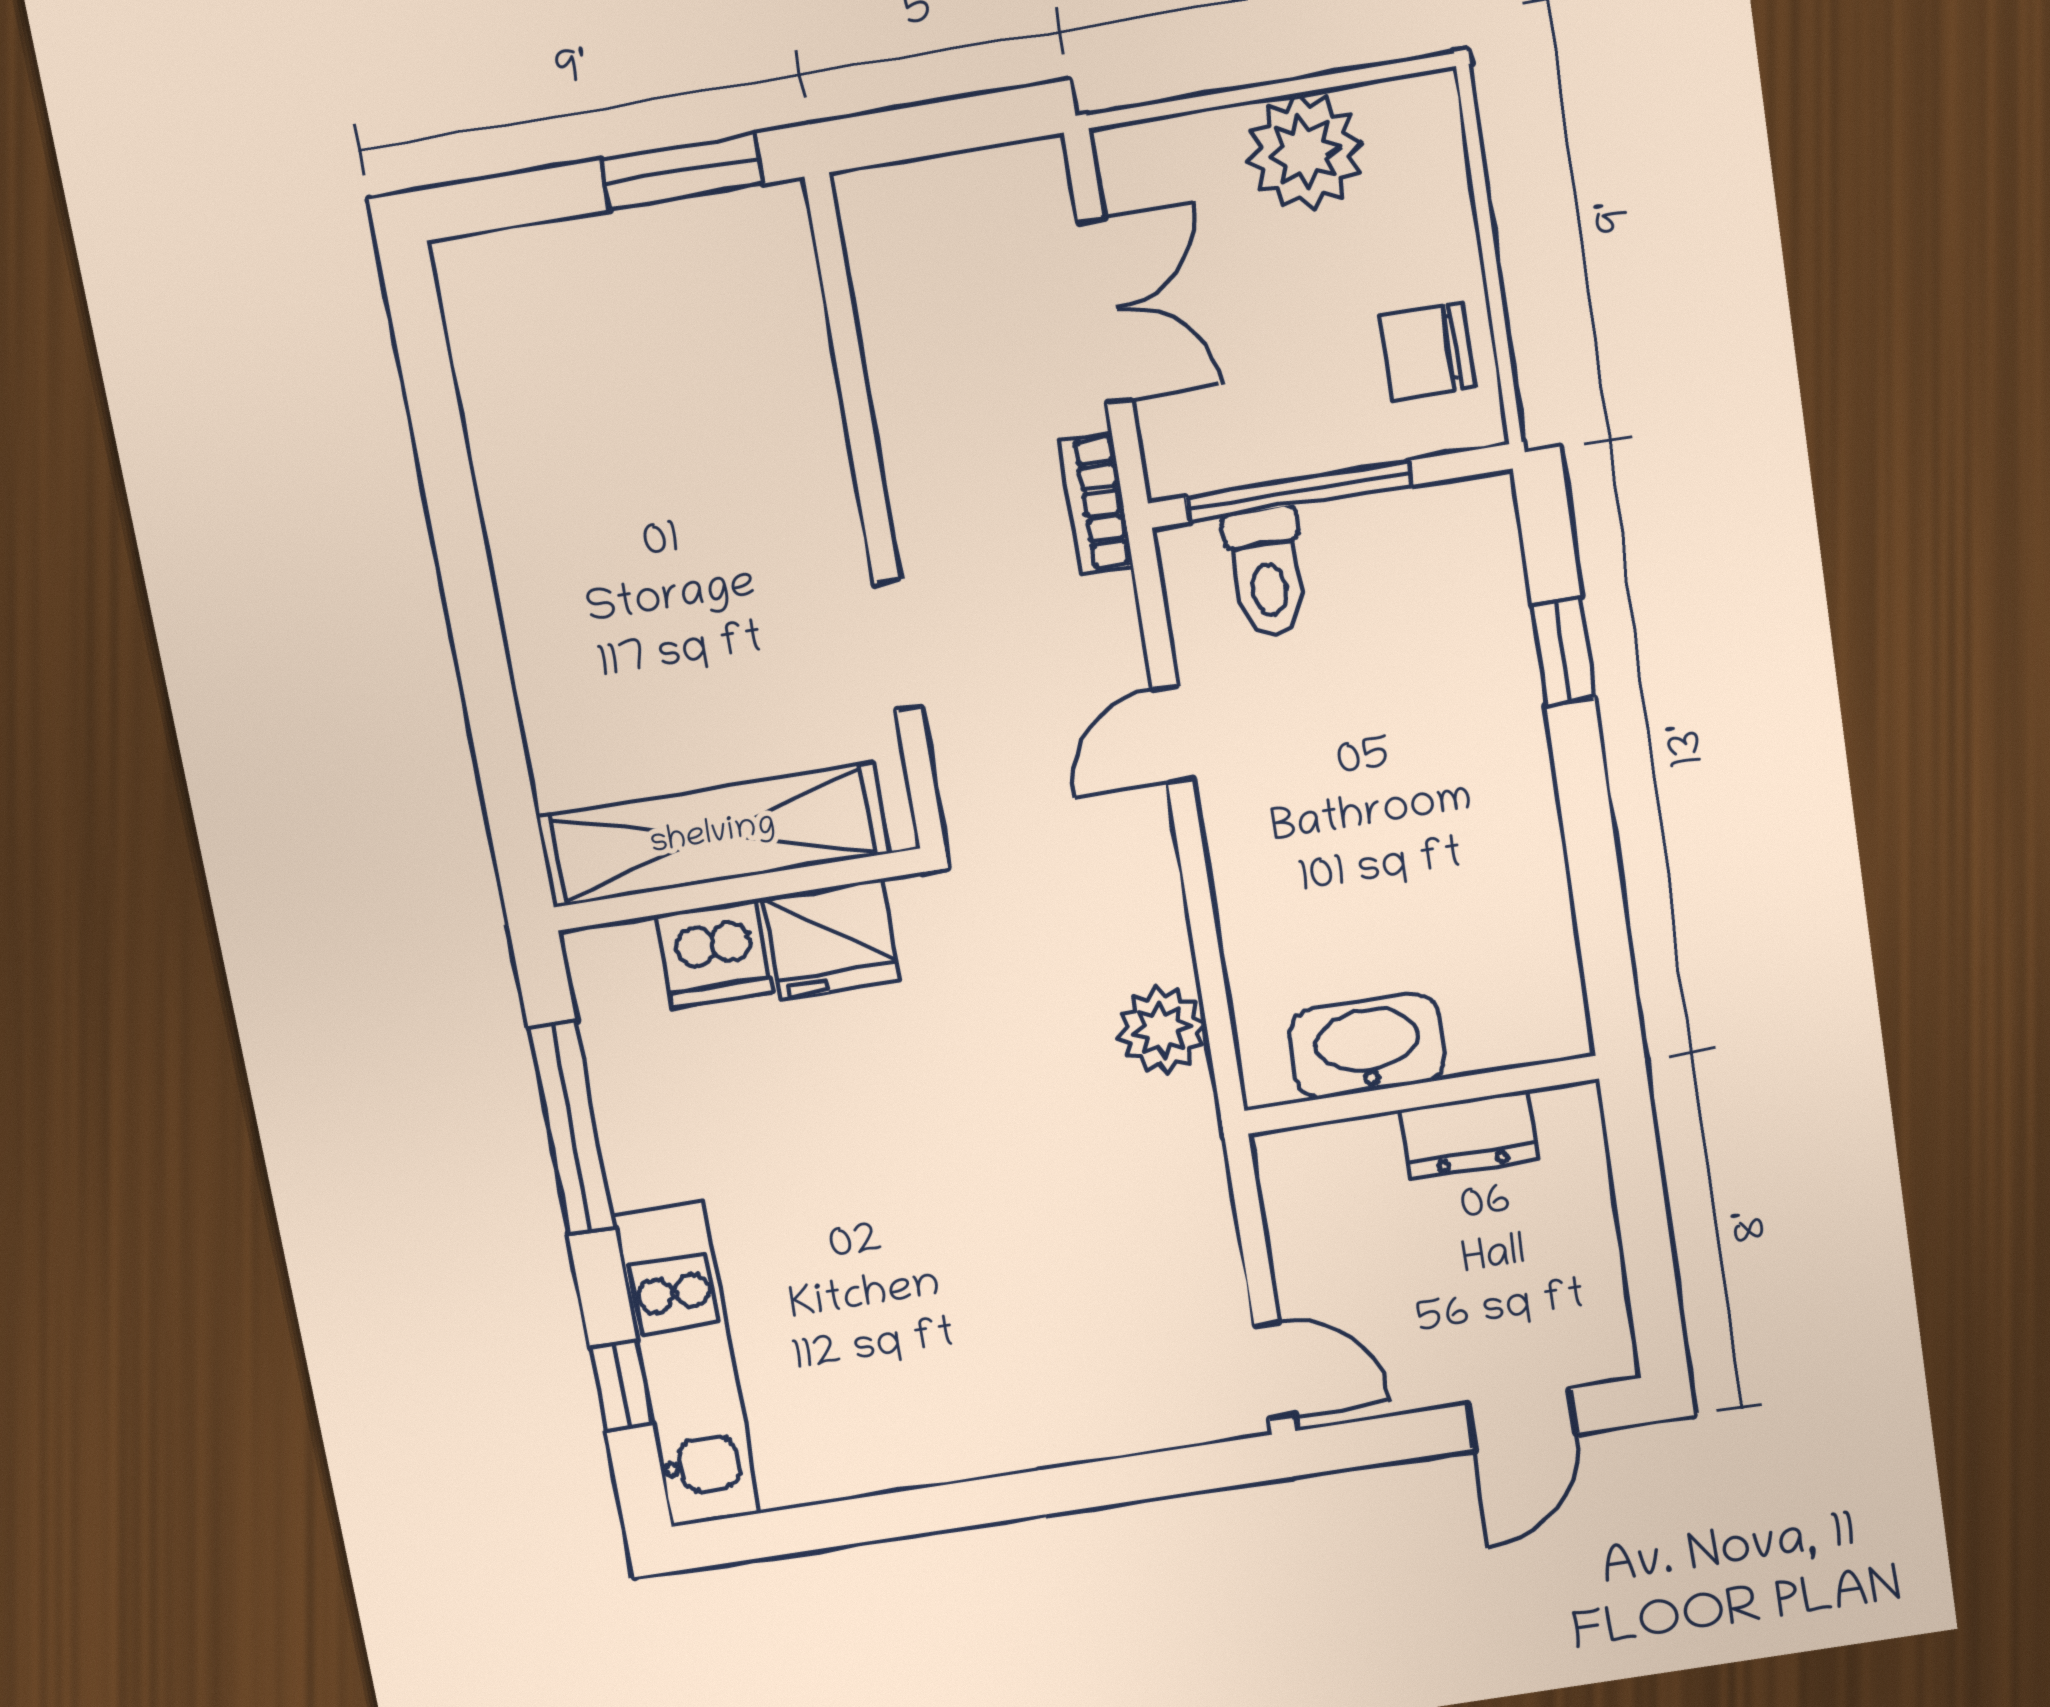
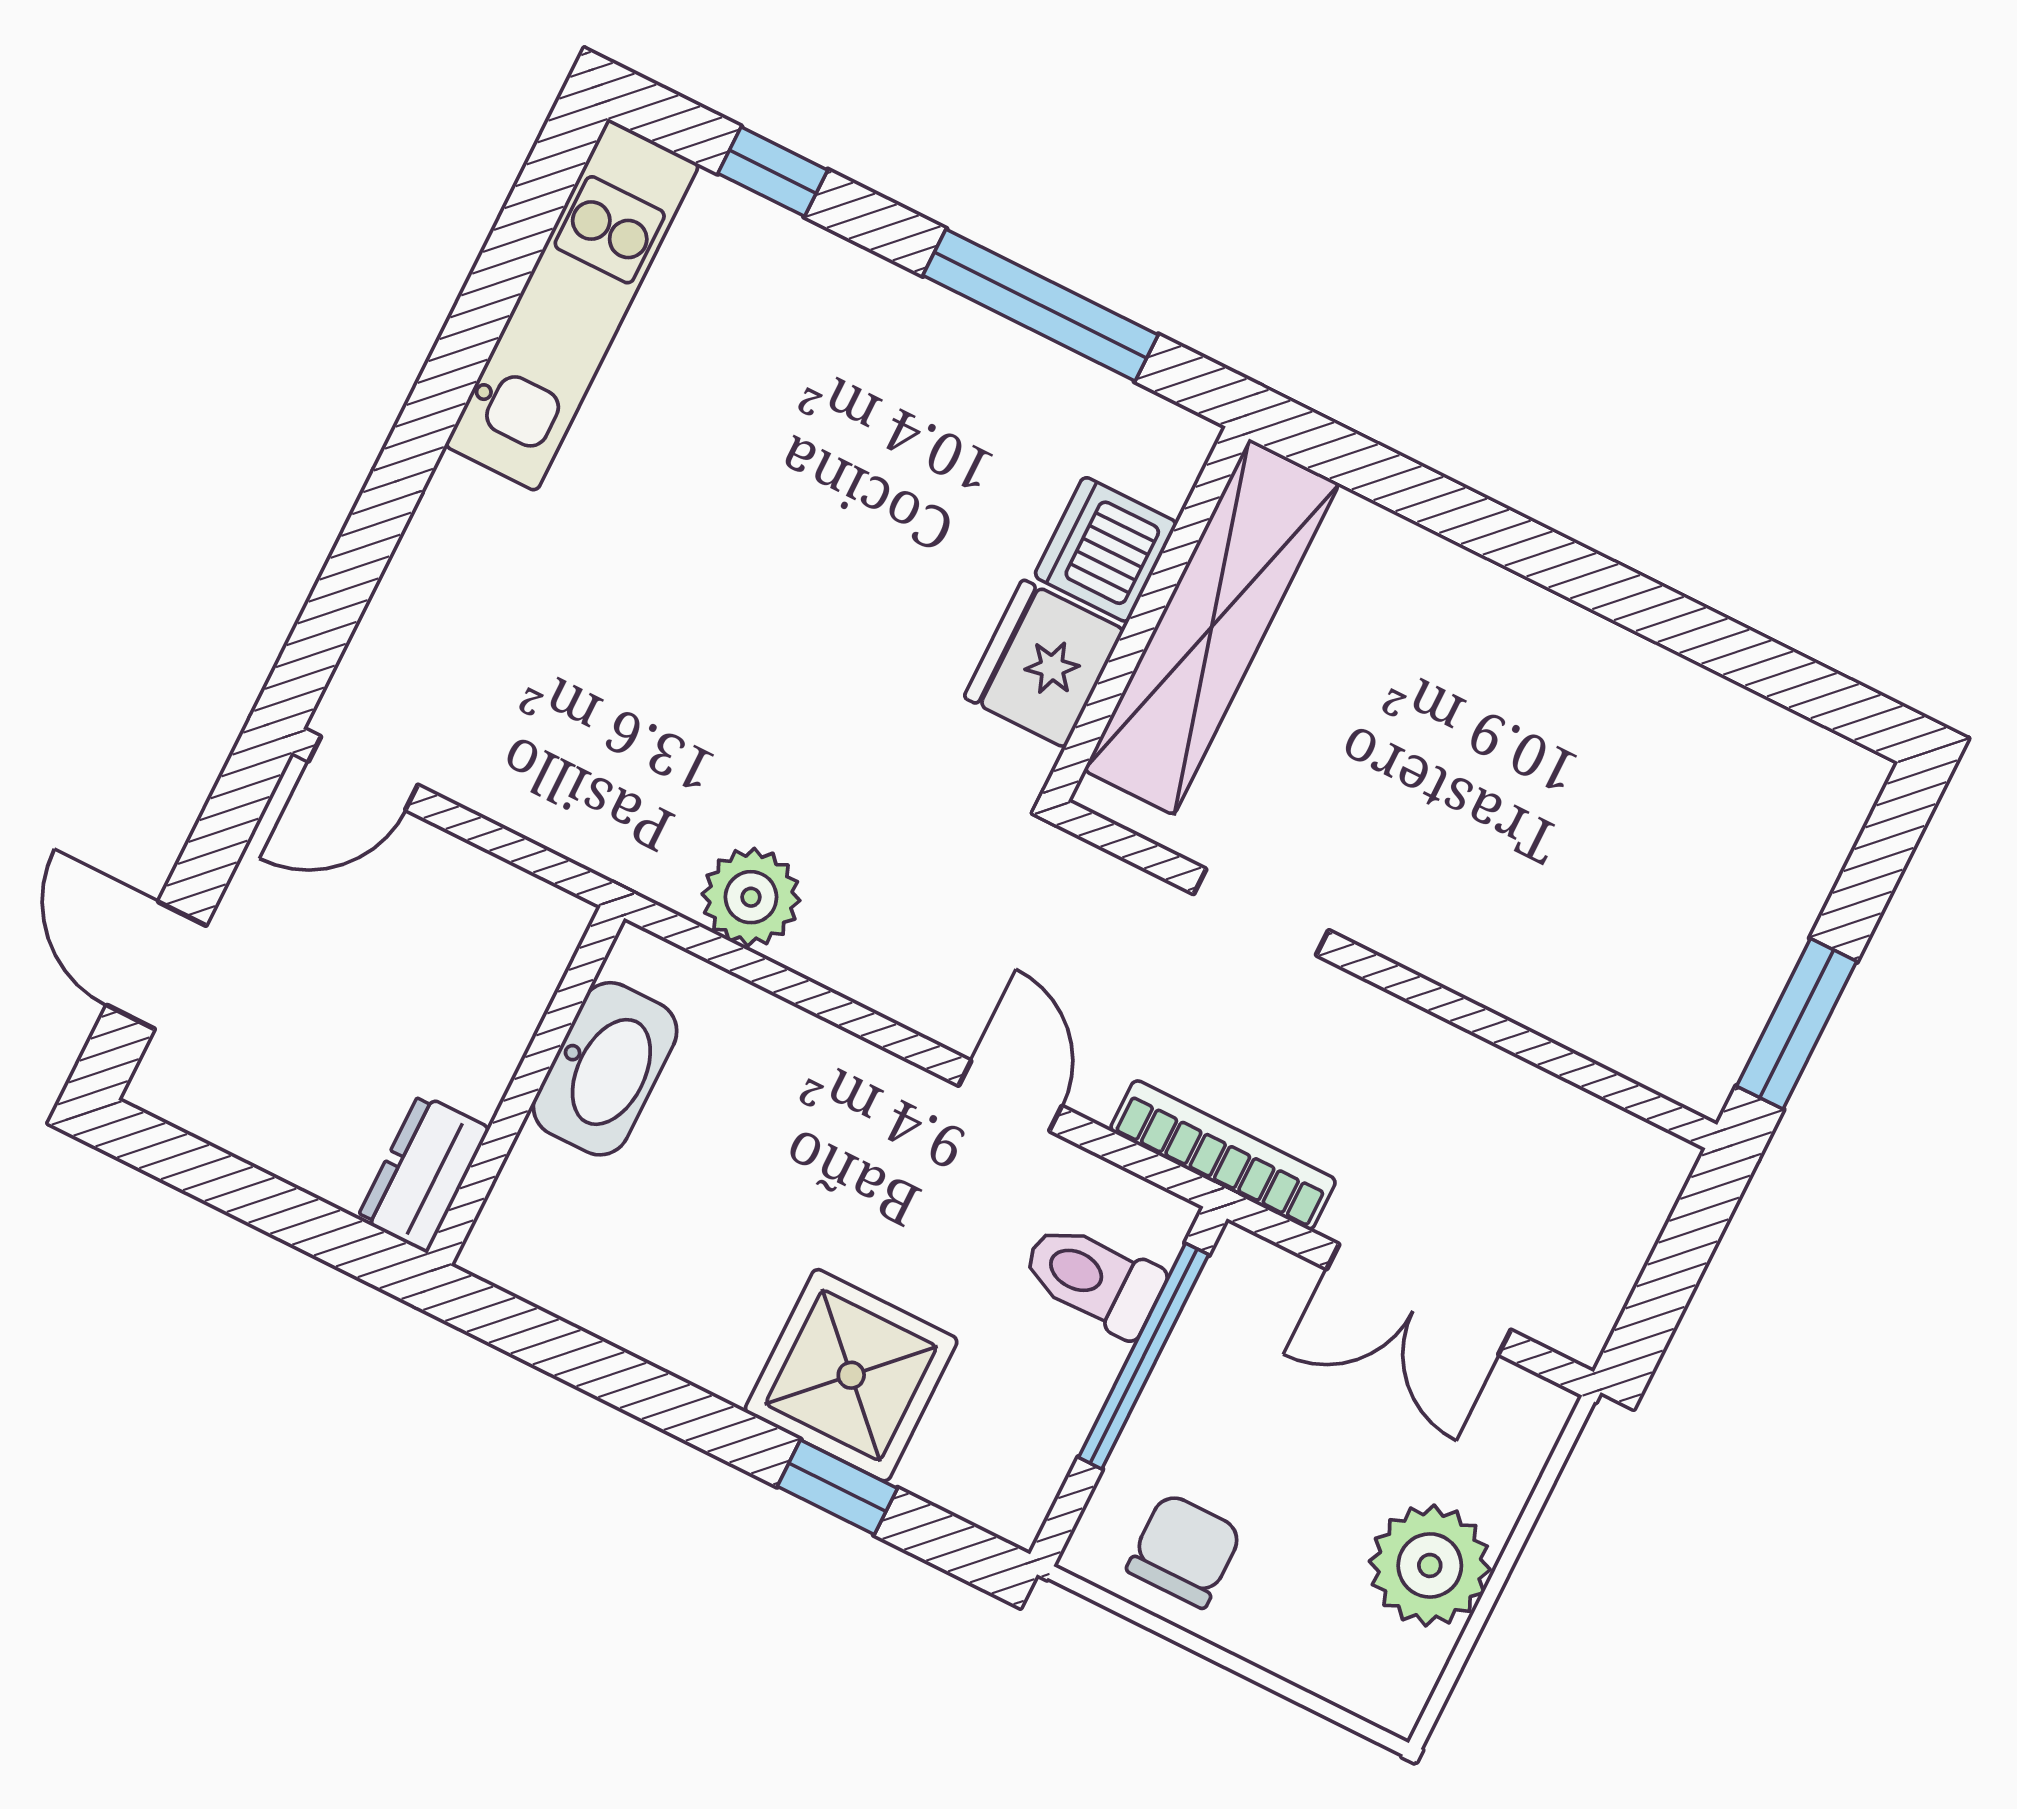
bookcase: (1096, 504) -> (1223, 1155), width x1.56
shower: (1470, 702) -> (851, 1375), added
dresser: (1469, 1134) -> (423, 1173), moved
kitchen unit: (688, 1365) -> (572, 305), moved, turned -90

